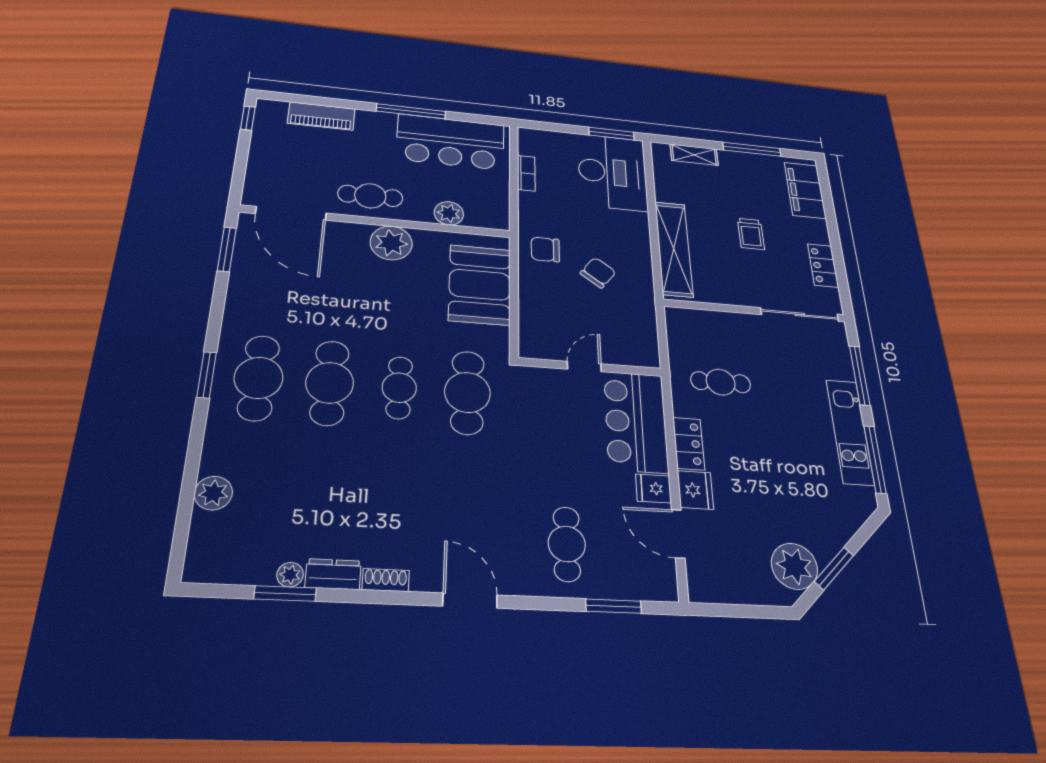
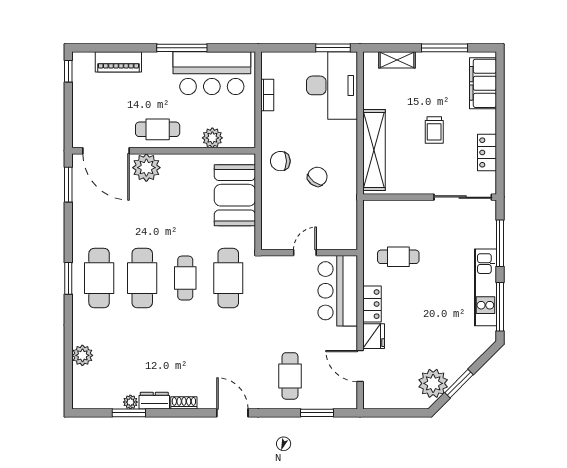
plant: (391, 243) -> (146, 168), moved
fridge: (653, 488) -> (346, 337), removed

